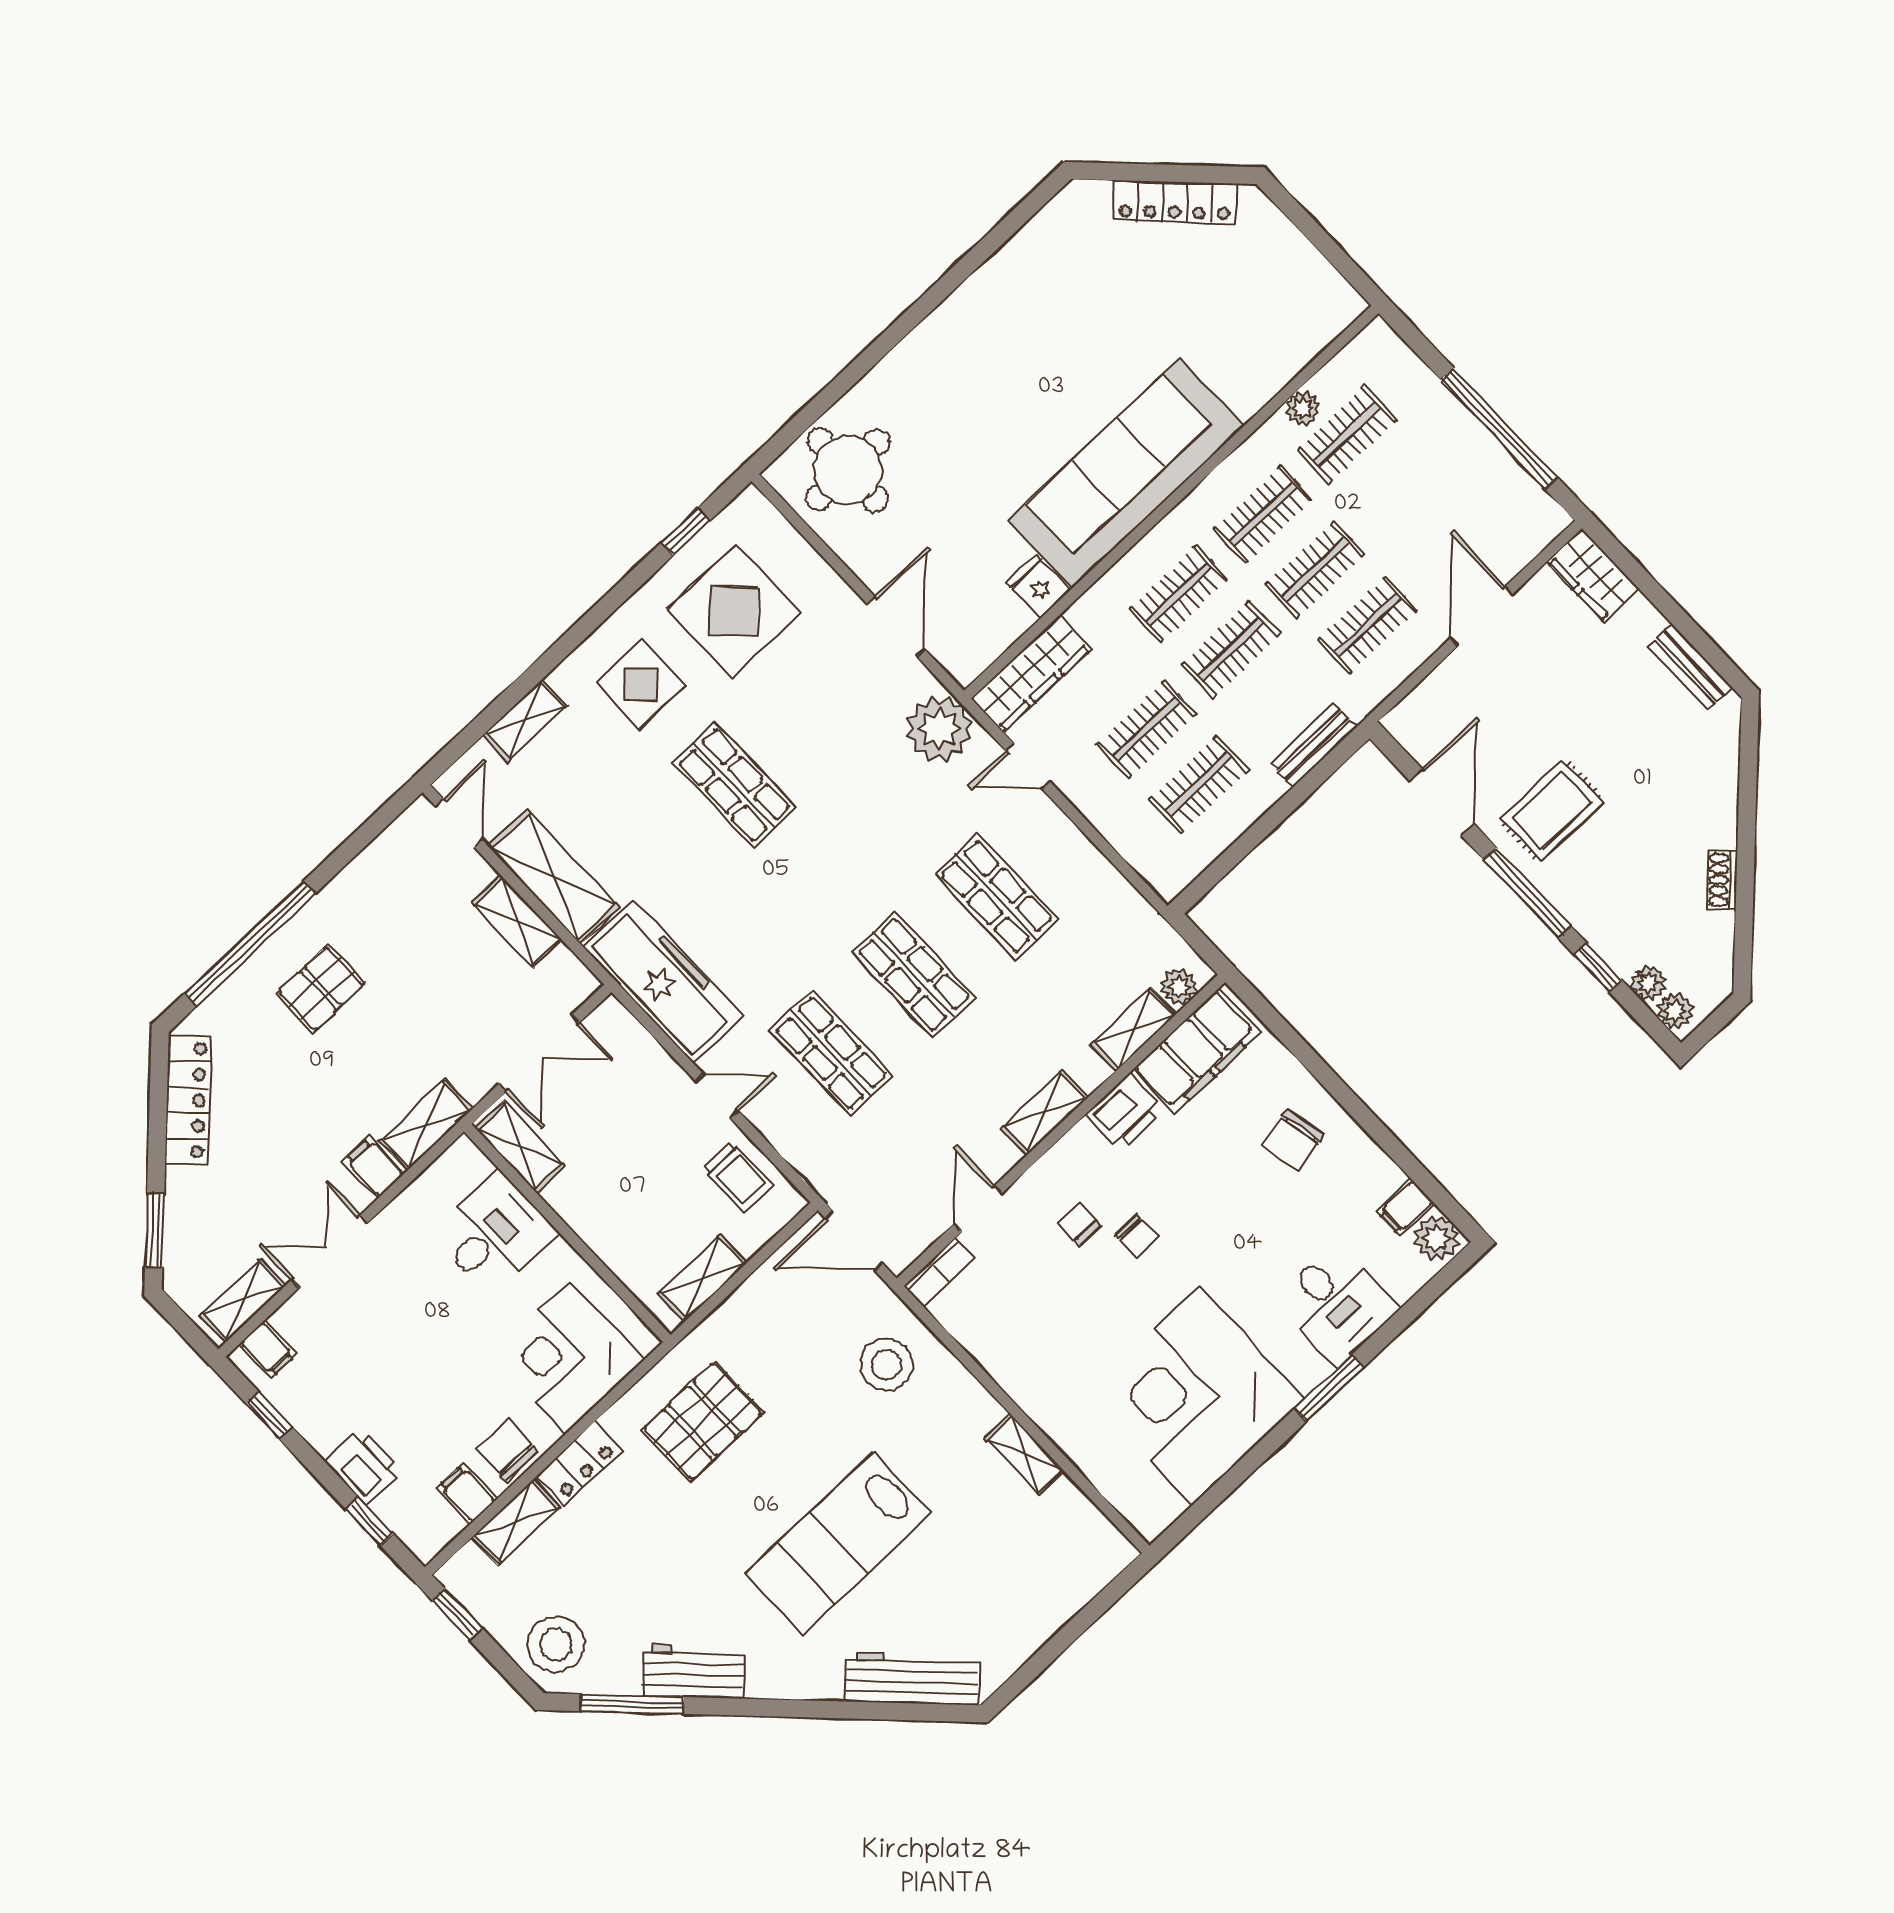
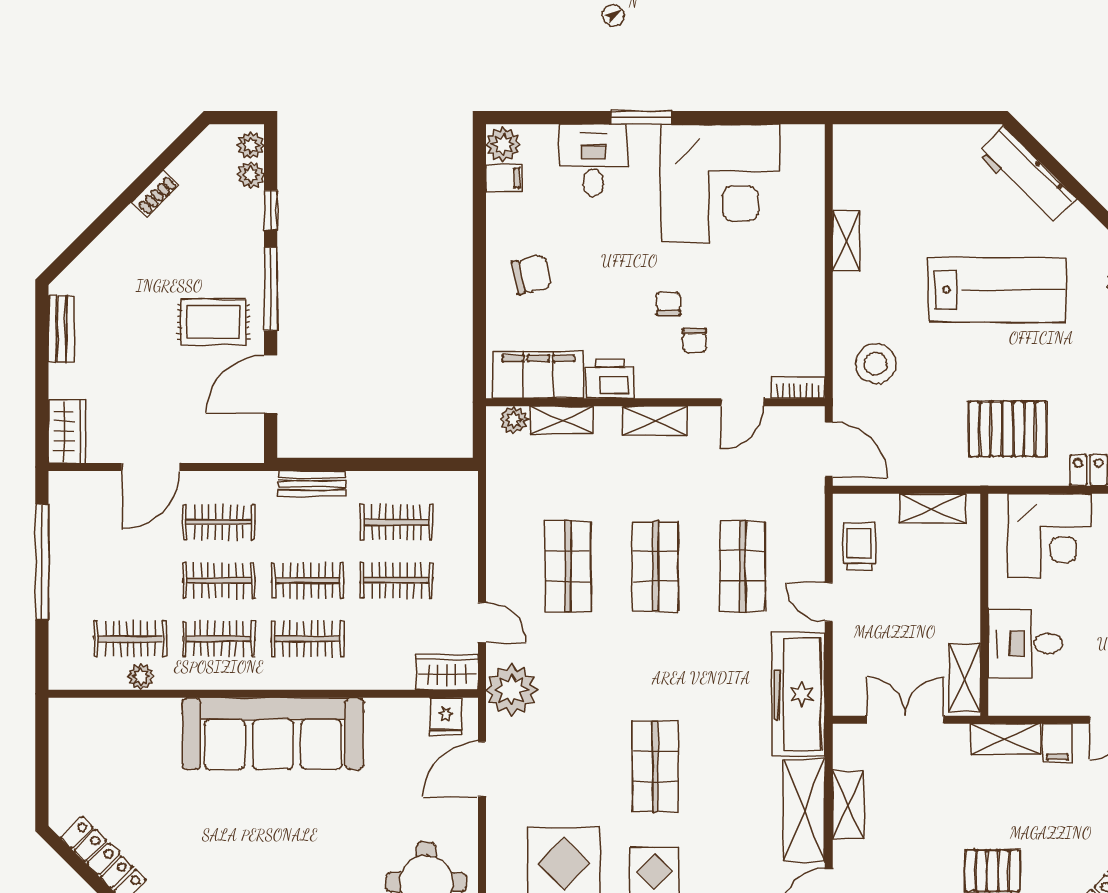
fridge: (1038, 587) -> (446, 717), moved
wardrobe: (1031, 674) -> (447, 672), width x0.67

